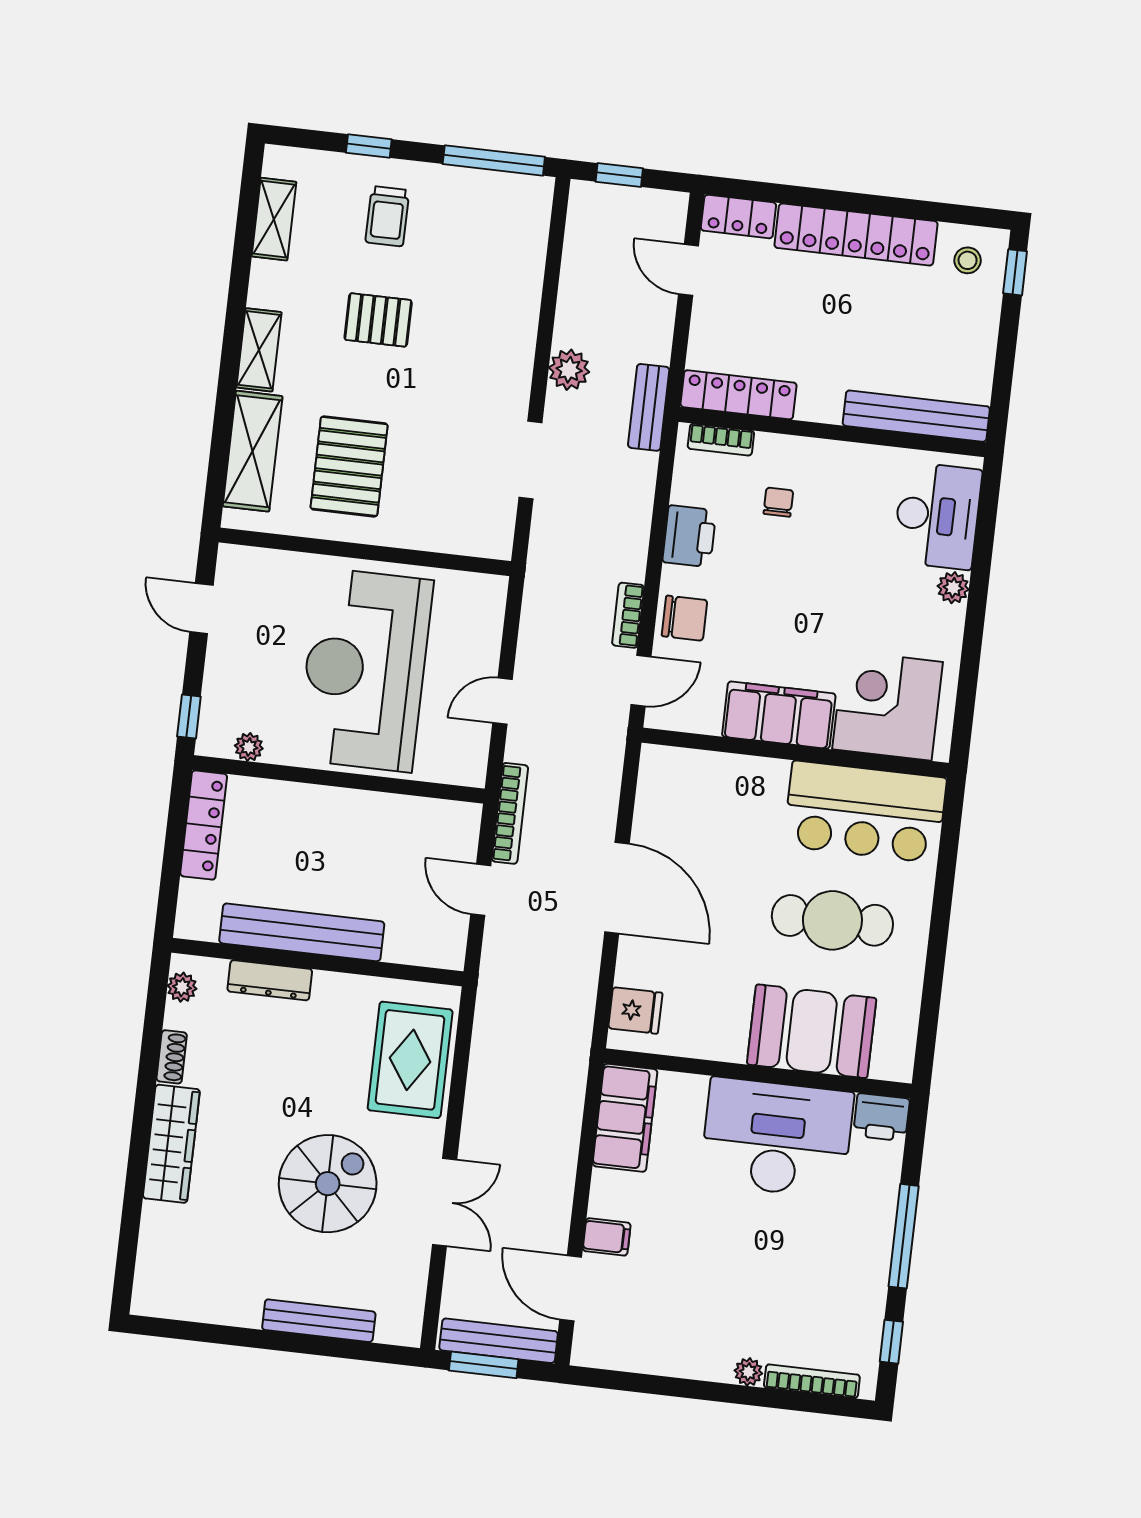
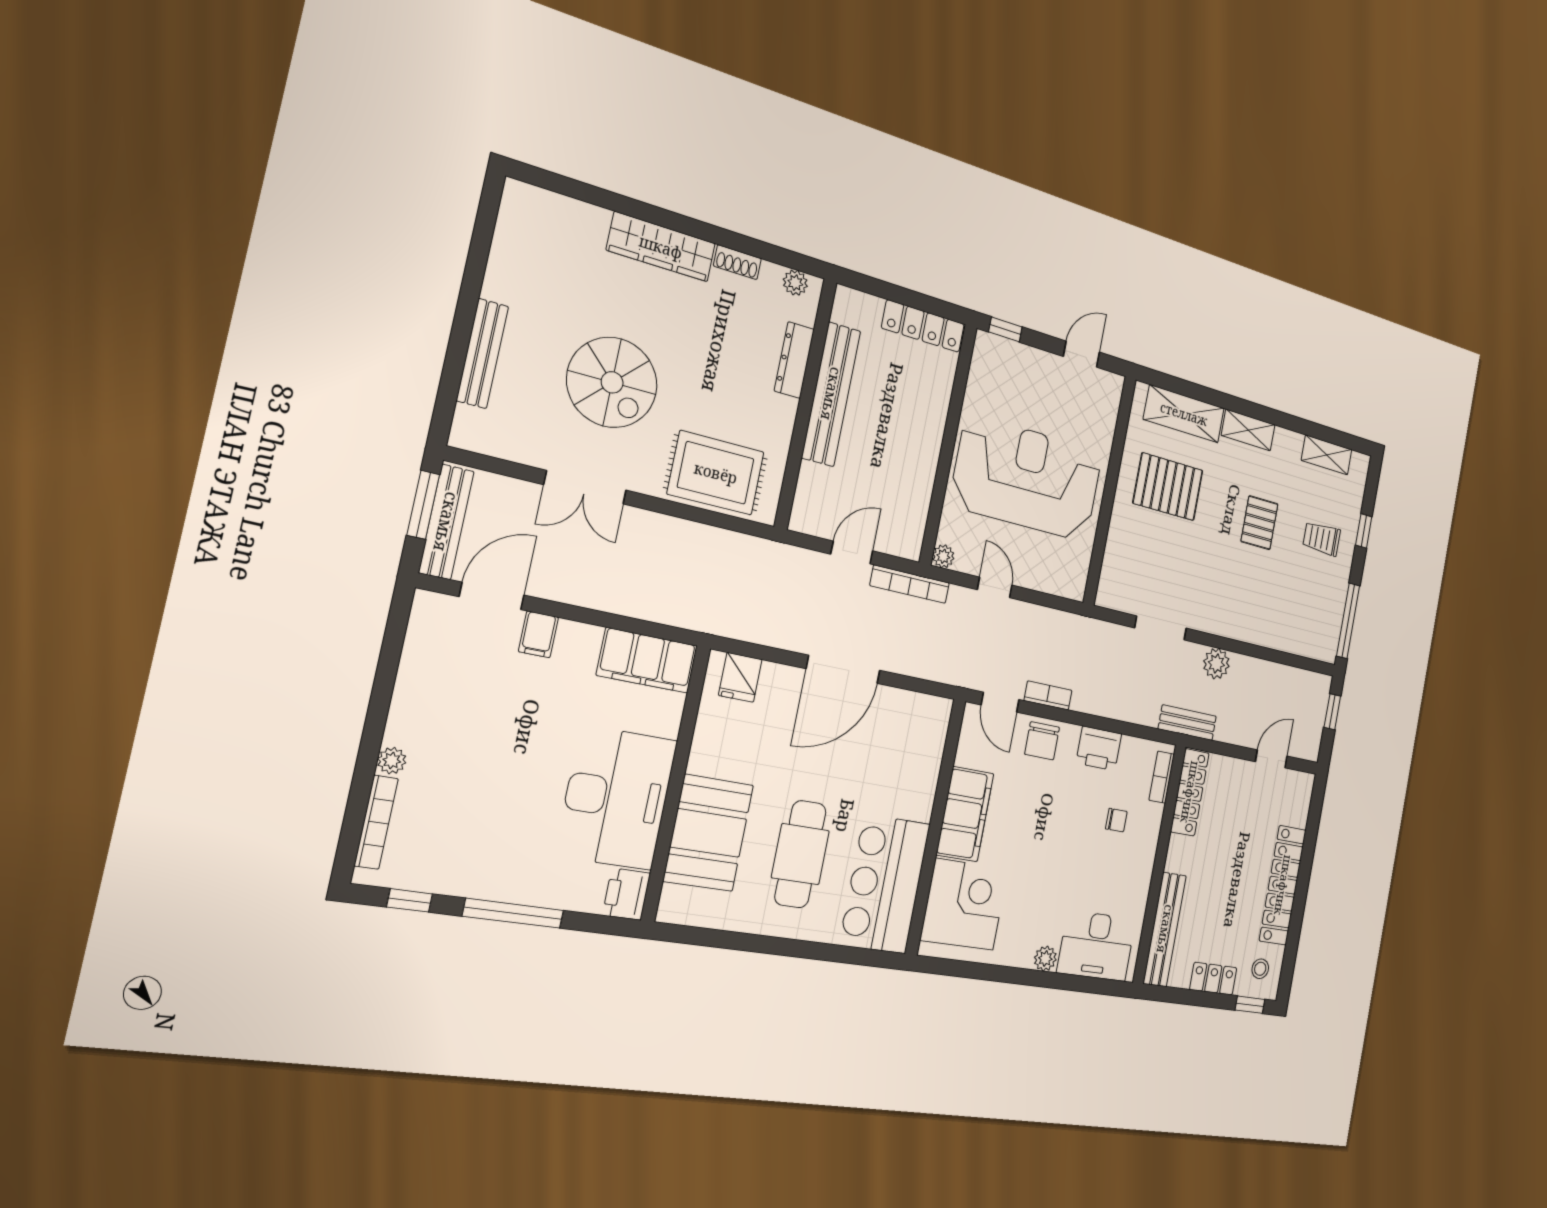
locker: (738, 217) -> (1213, 979), moved, turned 90
plant: (249, 747) -> (943, 556), moved

